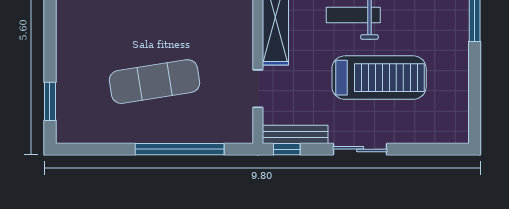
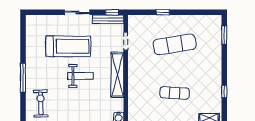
treadmill: (379, 78) -> (68, 46), turned 180
window: (180, 149) -> (163, 12), width x0.32

